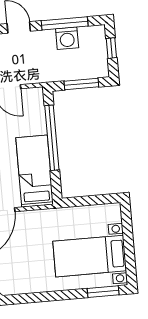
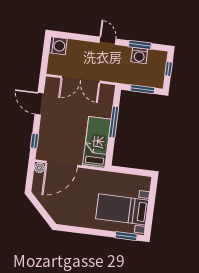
window: (65, 23) -> (140, 45), width x0.69
window: (52, 138) -> (114, 122), width x0.68

